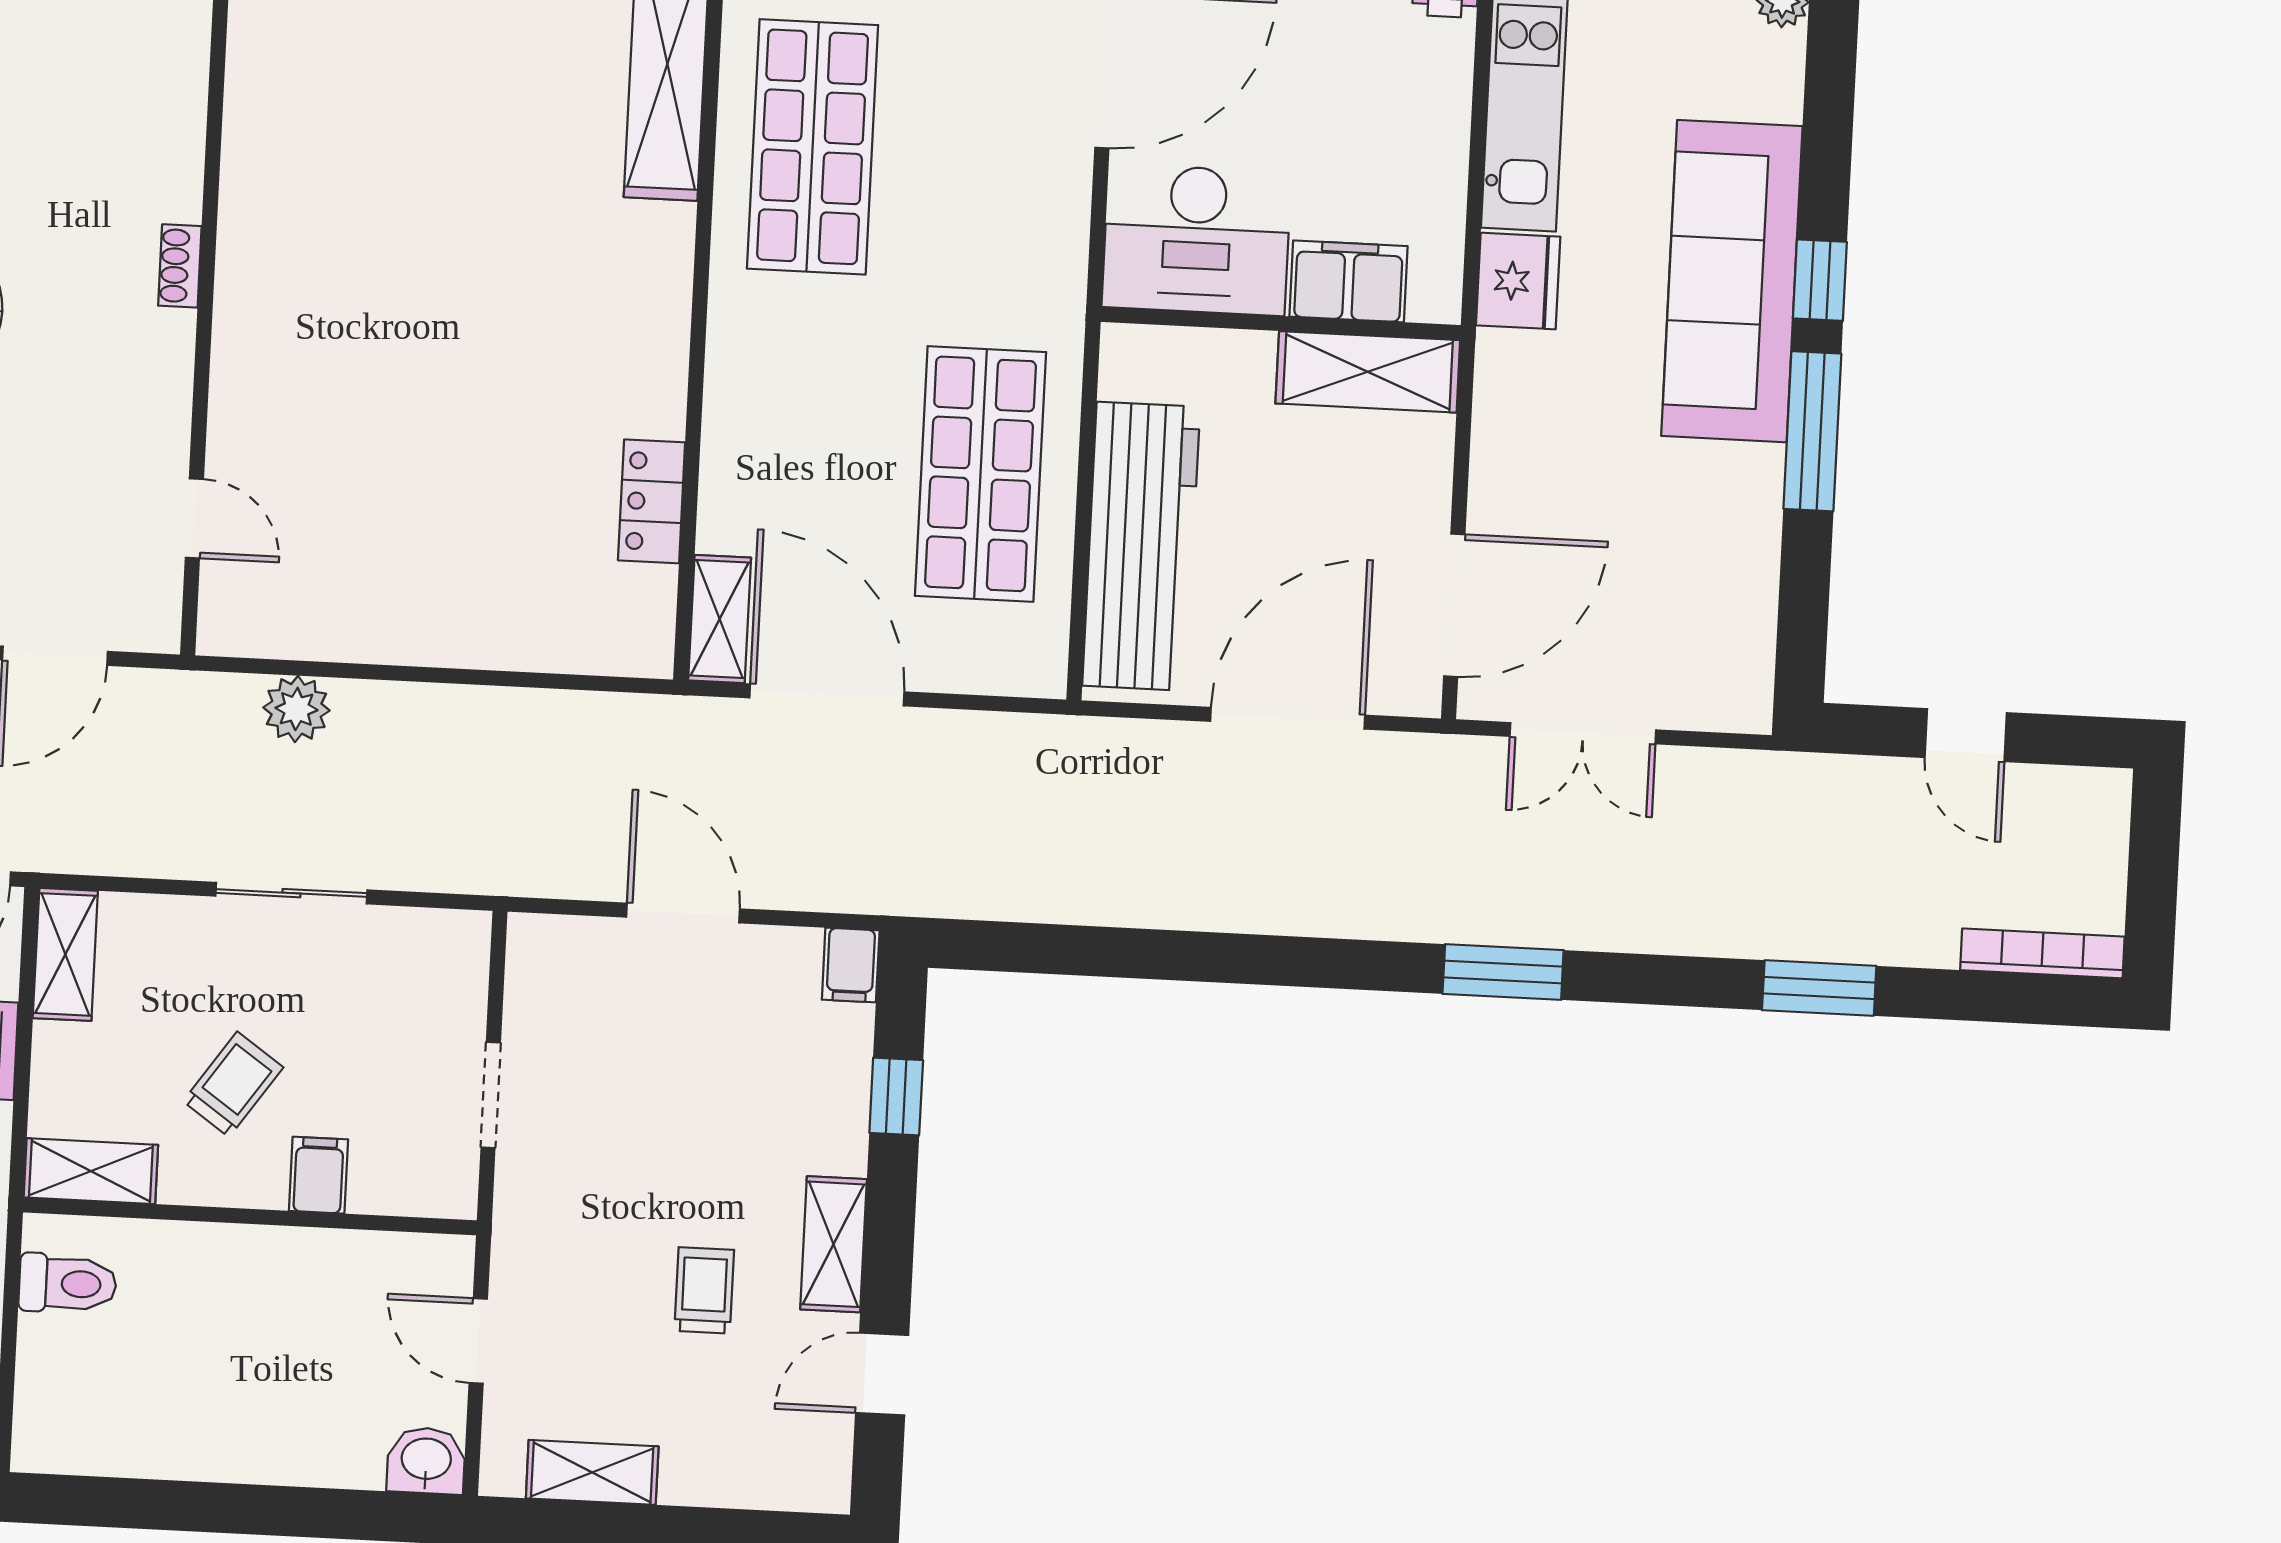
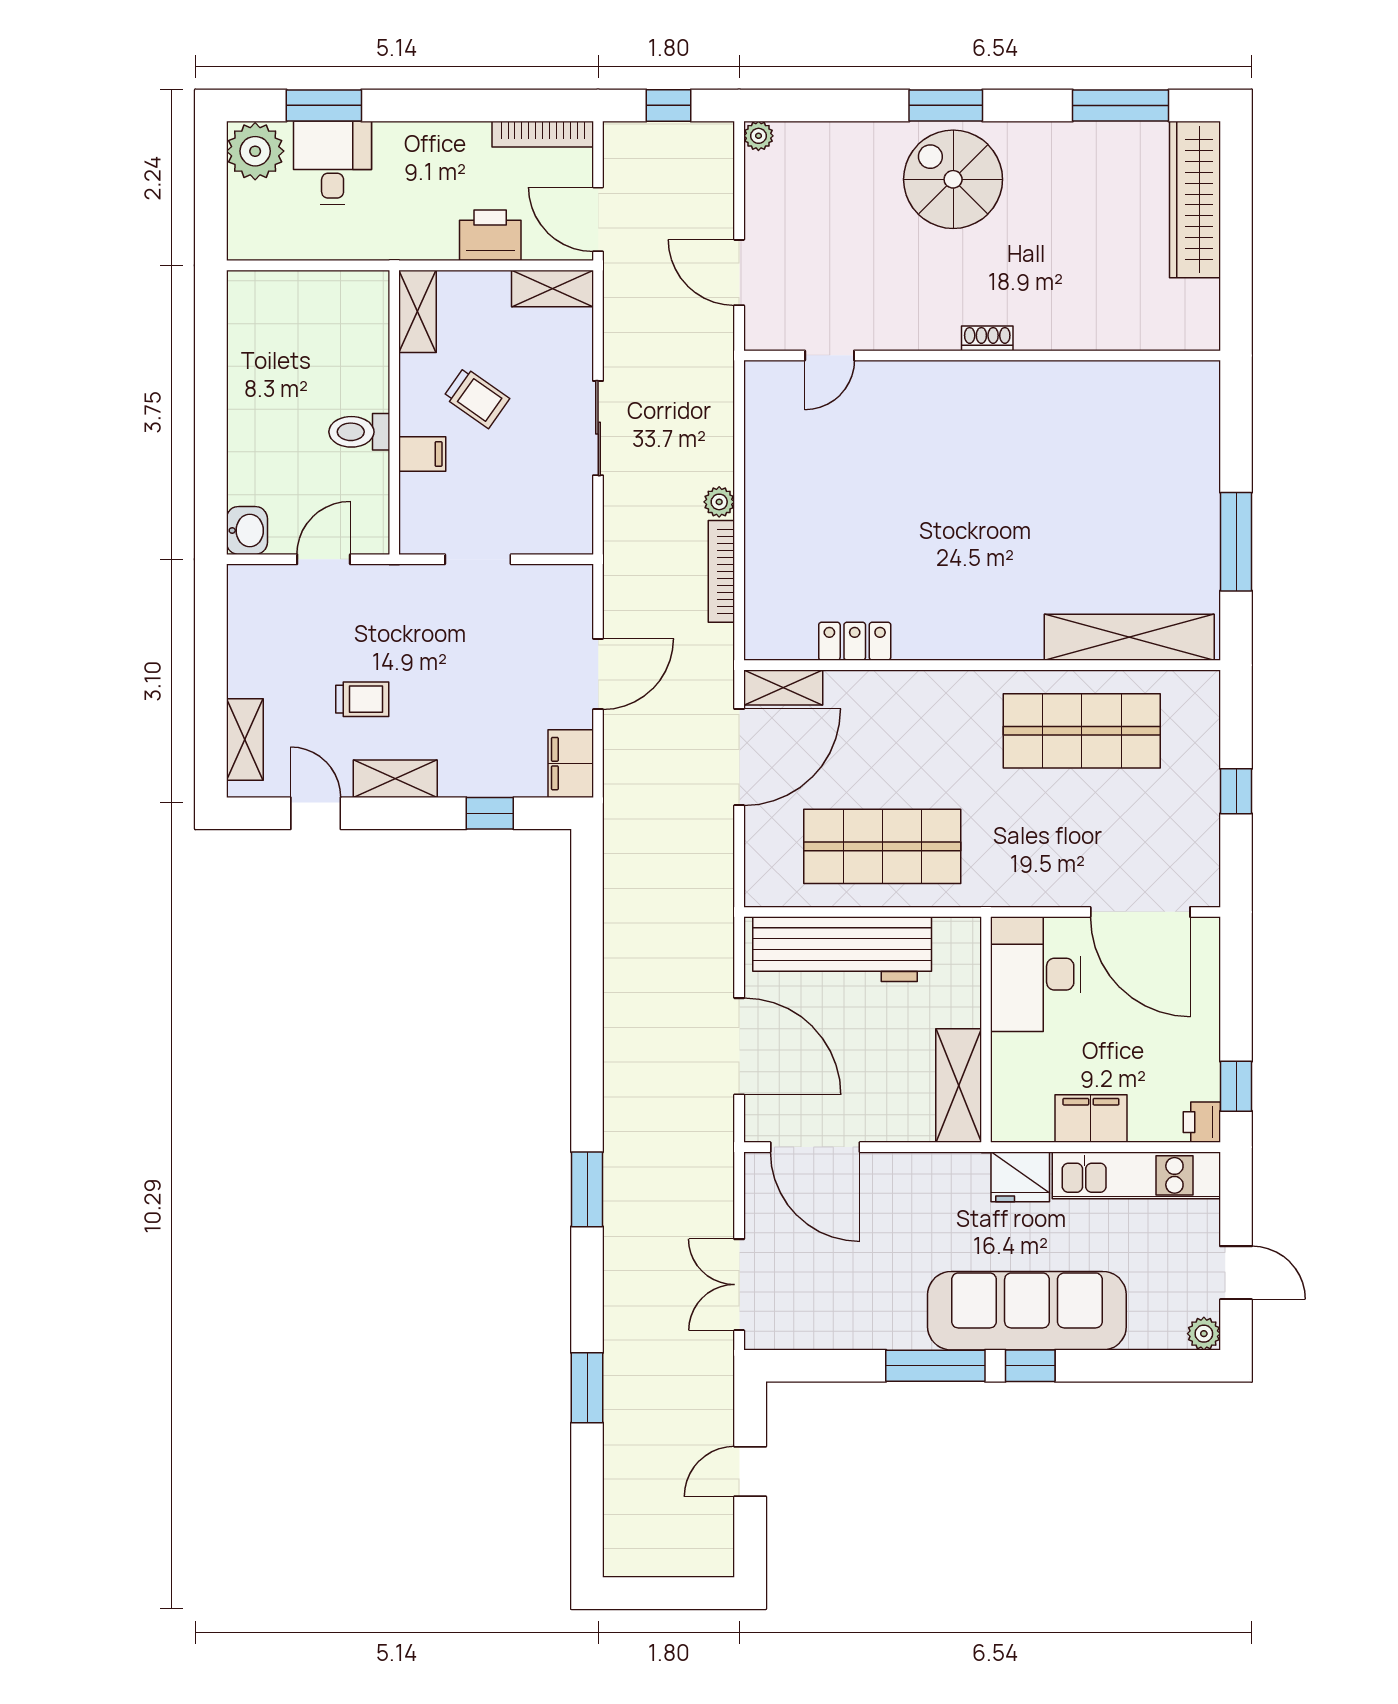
filing cabinet: (1349, 281) -> (1091, 1118), moved, turned -90
plant: (296, 709) -> (719, 502), moved, width x0.73, depth x0.73
double door: (1583, 733) -> (739, 1285), moved
bookcase: (2042, 953) -> (721, 571), moved, turned 180
filing cabinet: (851, 965) -> (571, 764), width x2.00
toilet: (68, 1284) -> (359, 432), moved, turned 90
shelving: (592, 1472) -> (245, 739), moved

